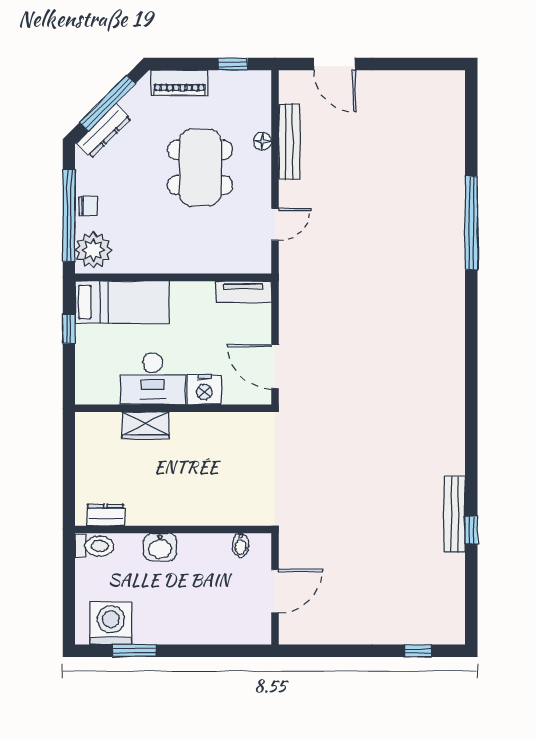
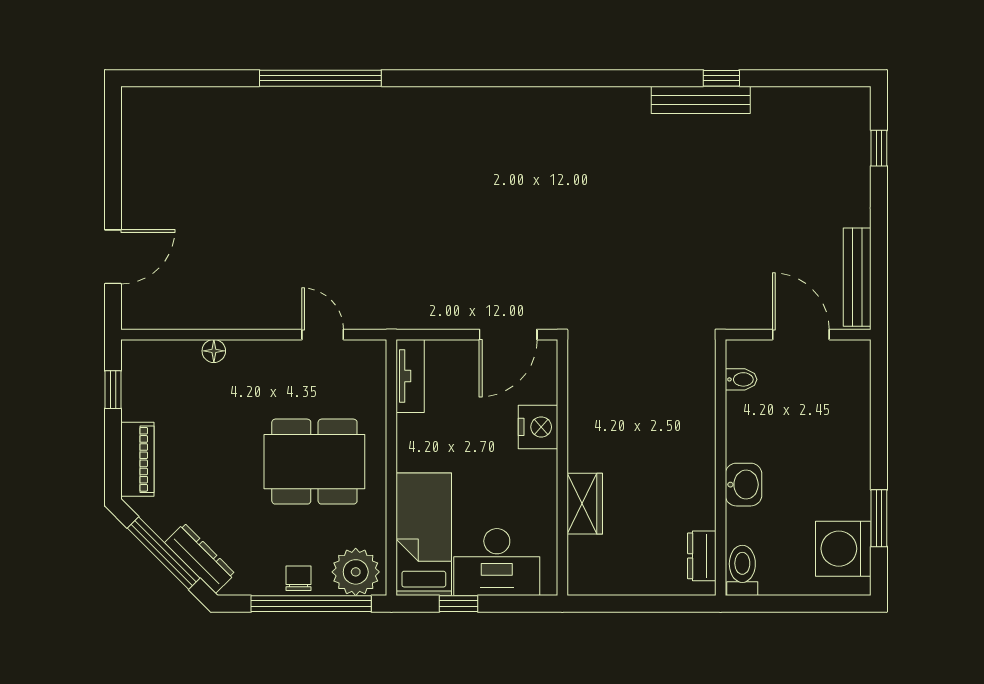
bench: (289, 142) -> (857, 277), moved, turned 90
dining table: (200, 168) -> (314, 462), moved
desk: (153, 379) -> (497, 562), moved, turned 90

